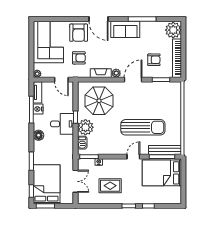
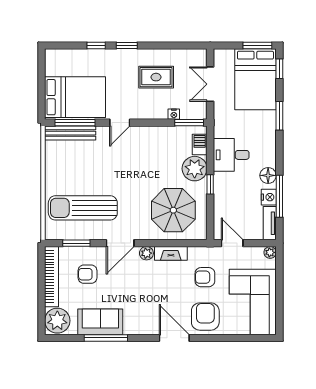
sofa: (125, 29) -> (100, 322), moved
desk: (62, 124) -> (231, 155), moved
sun lounger: (143, 127) -> (83, 208), moved
floor lamp: (39, 135) -> (268, 175), moved

